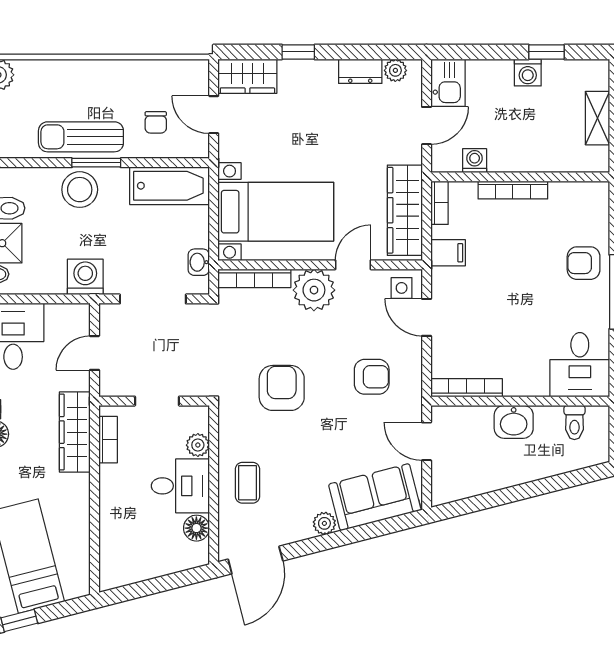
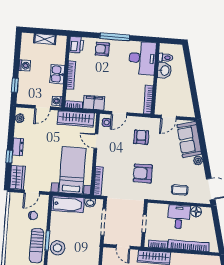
window: (547, 52) -> (15, 85), moved
dresser: (360, 71) -> (18, 147), moved
kitchen sink: (448, 83) -> (57, 74), moved, turned -90
door: (427, 126) -> (43, 108), swing flipped
washing machine: (475, 161) -> (57, 101), moved
bathtub: (170, 186) -> (68, 204), moved, turned 90
printer: (590, 198) -> (76, 45), added
filing cabinet: (448, 253) -> (94, 103), width x2.00
armchair: (584, 263) -> (102, 49), turned 91
washing machine: (85, 277) -> (92, 248), removed
plant: (314, 290) -> (105, 157), removed
desk: (580, 365) -> (142, 58), width x1.37
washbasin: (514, 422) -> (164, 70), moved
plant: (198, 445) -> (163, 209), removed
bookcase: (110, 516) -> (189, 246), added

